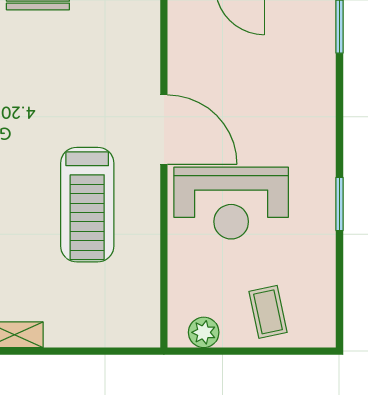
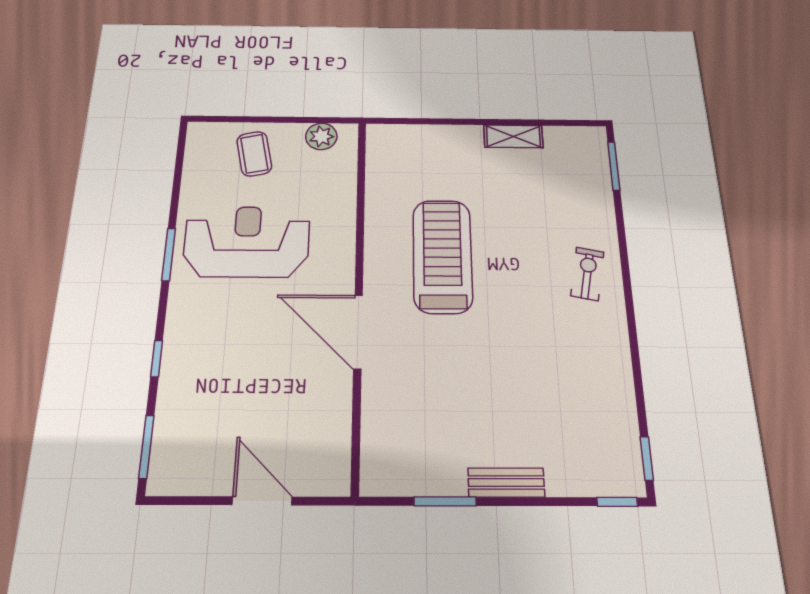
window: (339, 104) -> (157, 359), added
reception desk: (231, 203) -> (247, 242), moved

